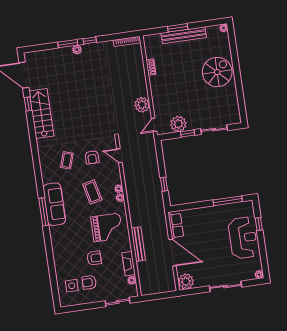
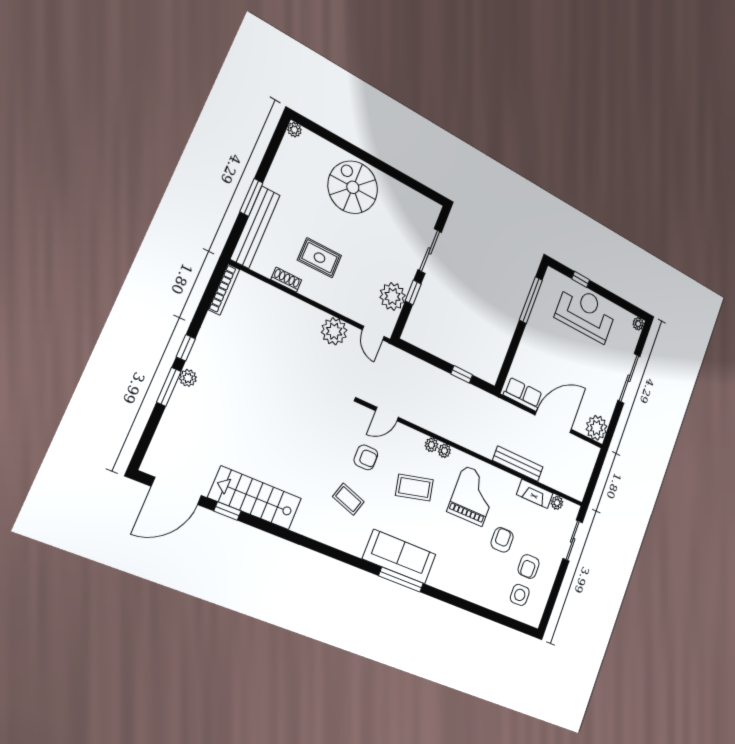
bench: (184, 35) -> (255, 227), moved
rug: (172, 76) -> (320, 258), added

